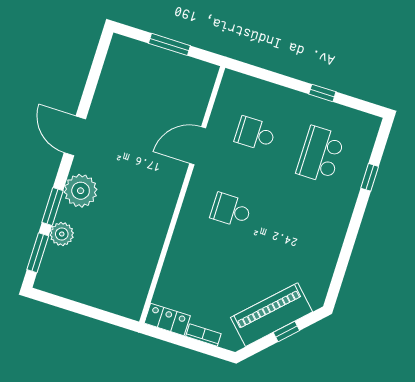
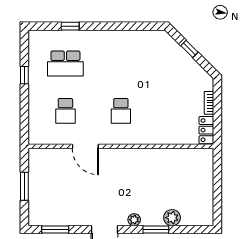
plant: (81, 191) -> (134, 220), width x0.53, depth x0.53
window: (38, 253) -> (55, 230), moved
piano: (272, 315) -> (181, 62), removed

